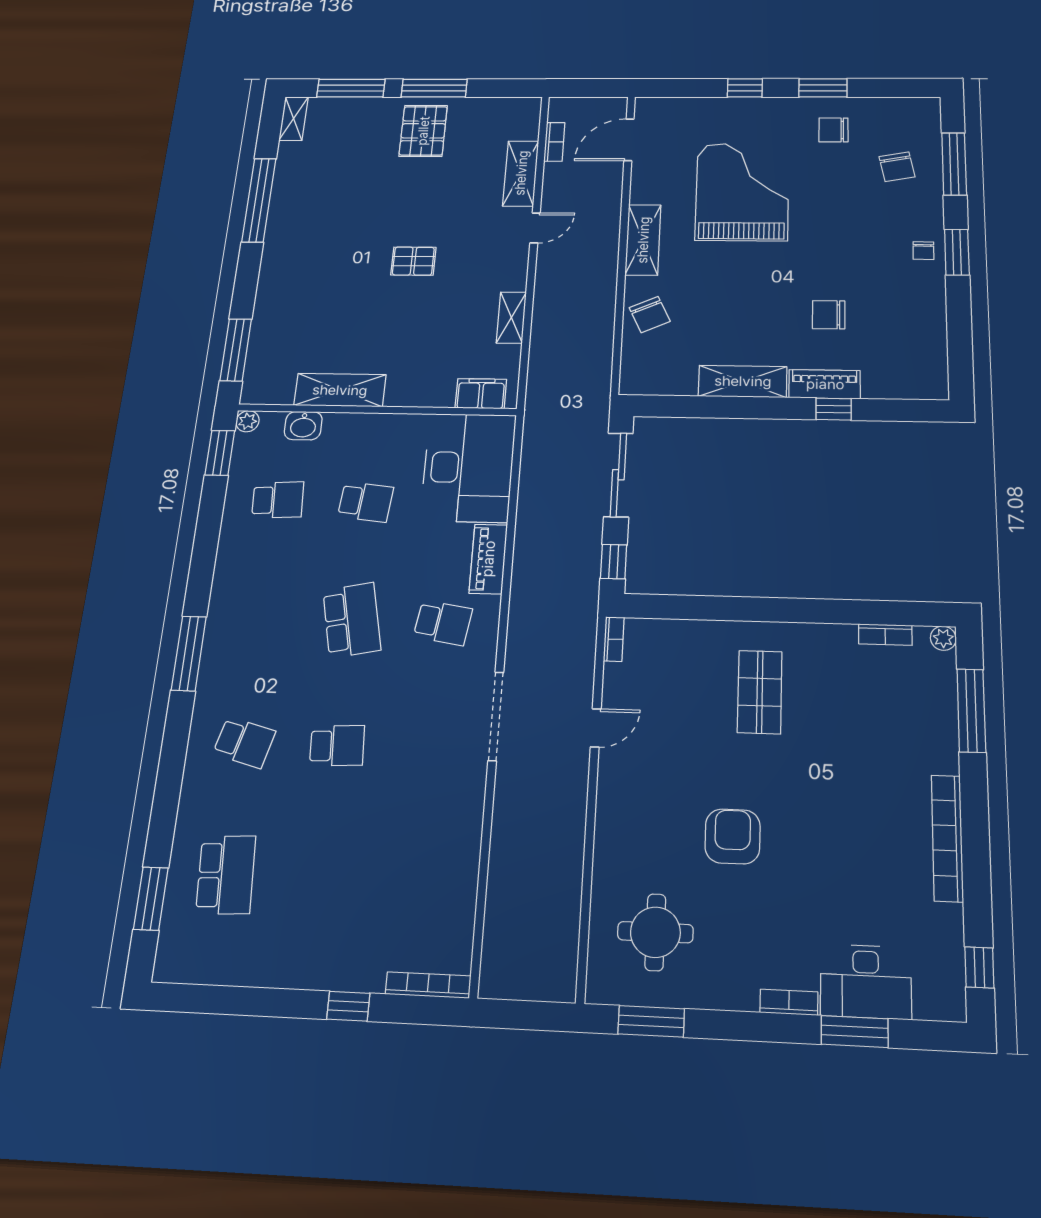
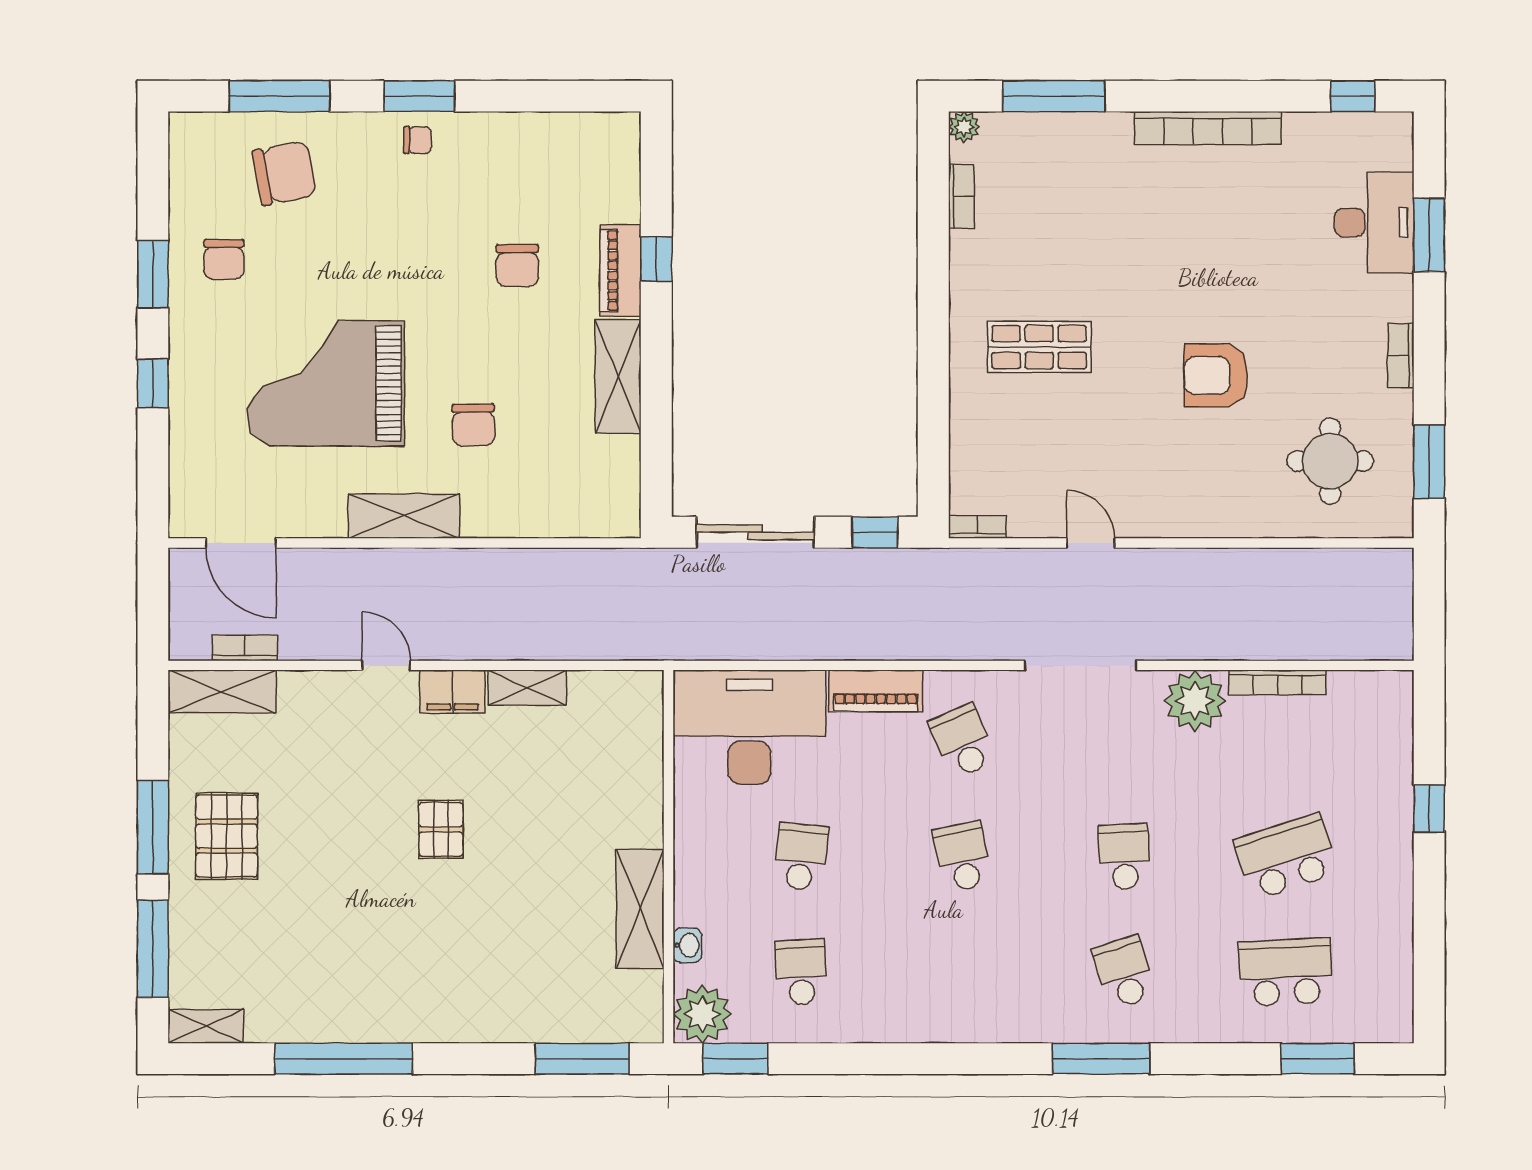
pallet: (423, 131) -> (227, 836), turned 90
chair: (897, 167) -> (284, 173), width x1.37, depth x1.37
shelving: (521, 173) -> (222, 692), moved
chair: (650, 315) -> (473, 425), moved, turned 114
filing cabinet: (481, 394) -> (452, 692), moved, turned -90
plant: (247, 421) -> (702, 1014), width x1.87, depth x1.87
washbasin: (303, 426) -> (687, 945), width x0.72, depth x0.69
school desk: (352, 620) -> (963, 857), width x0.54
school desk: (443, 623) -> (963, 741), turned -33
window: (189, 653) -> (1101, 1059), moved
school desk: (244, 742) -> (1124, 972), turned -33
plant: (459, 808) -> (1195, 701), added
school desk: (322, 879) -> (1286, 857), added
bookcase: (428, 985) -> (1277, 682), moved, turned -90
bookcase: (789, 1002) -> (1401, 355), moved

